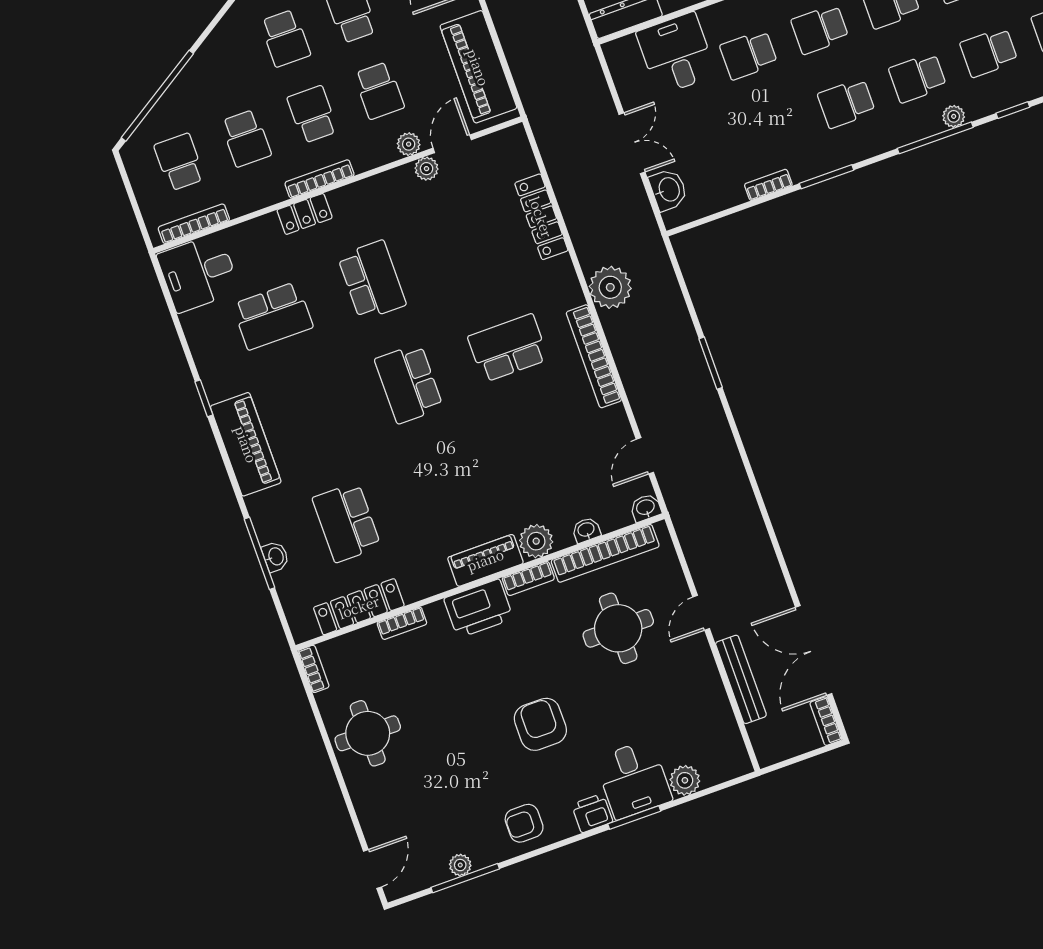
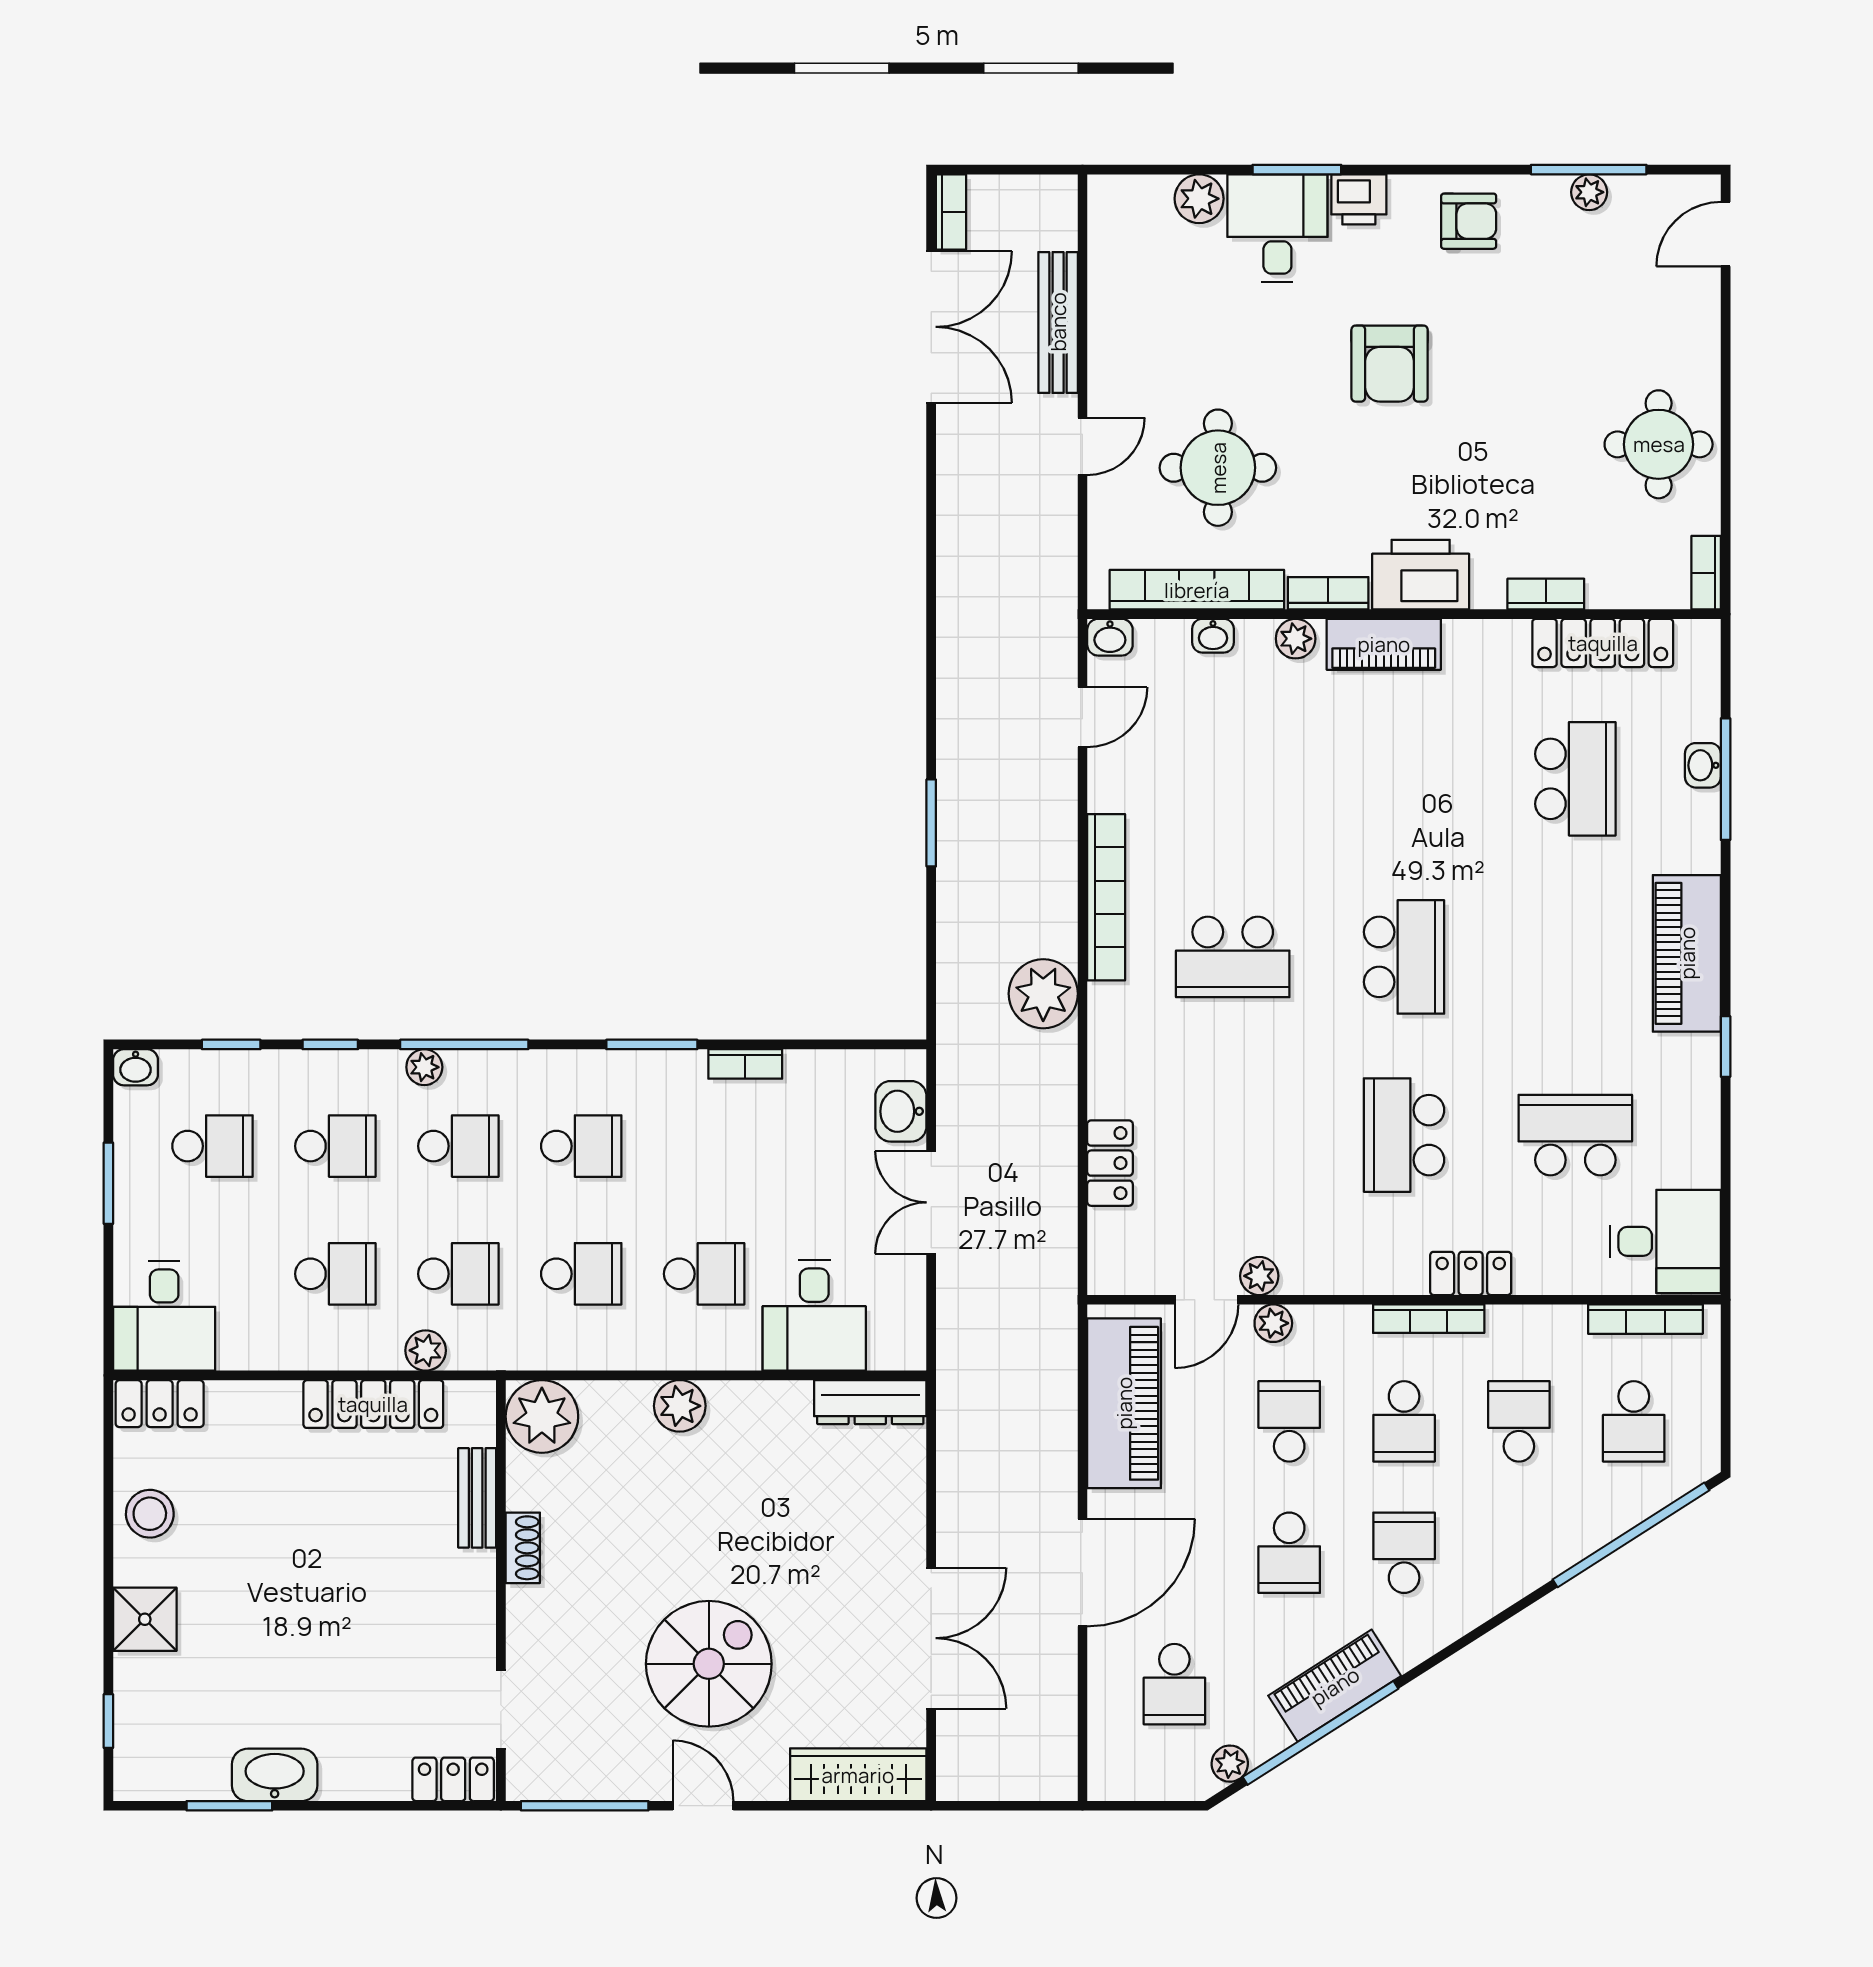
locker: (541, 217) -> (1110, 1163), width x0.66
plant: (536, 541) -> (1296, 639), width x0.73, depth x0.73

